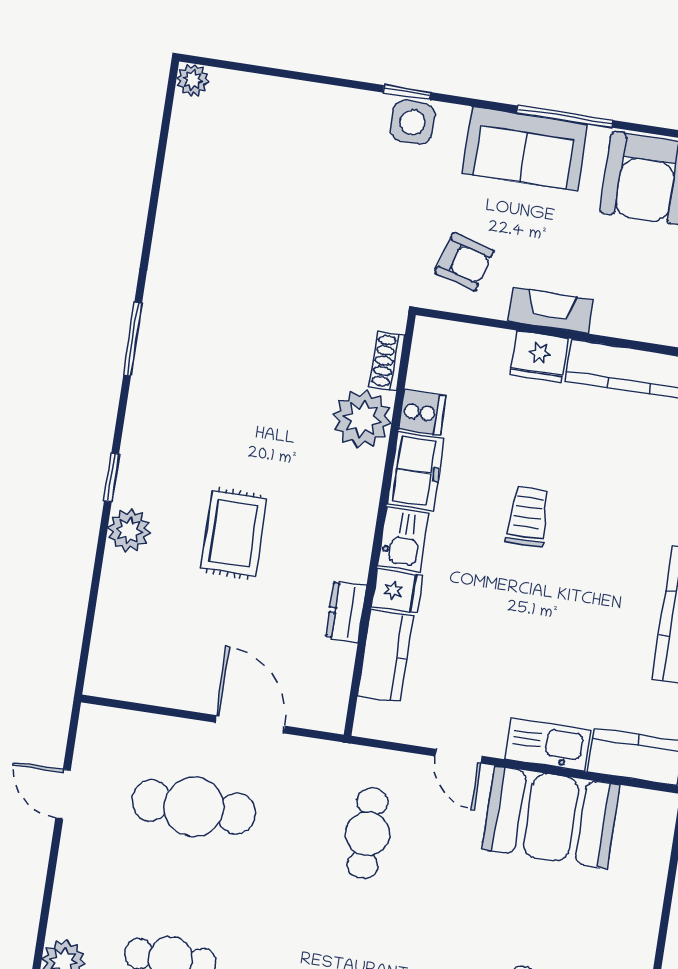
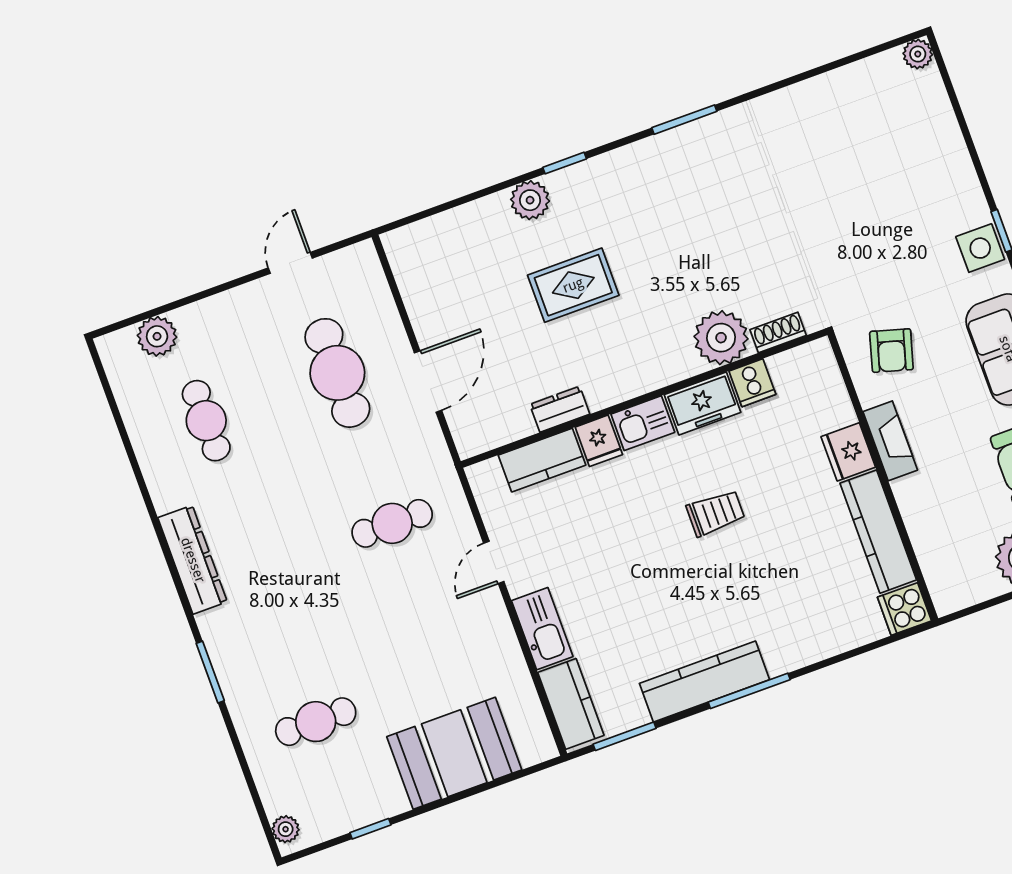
booth: (551, 817) -> (454, 753), moved, turned 90

